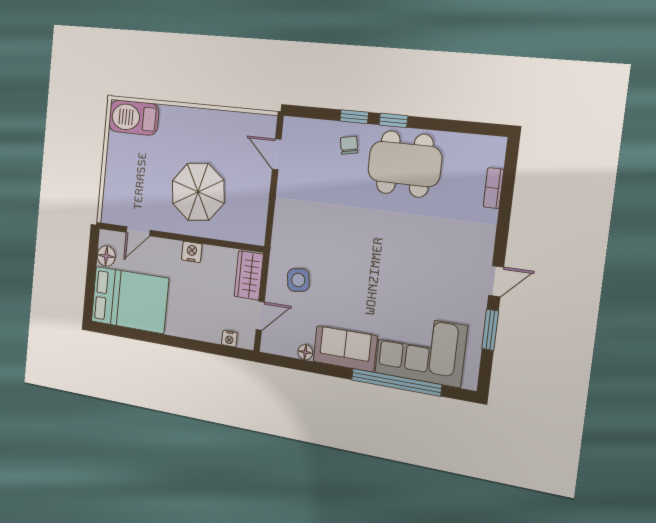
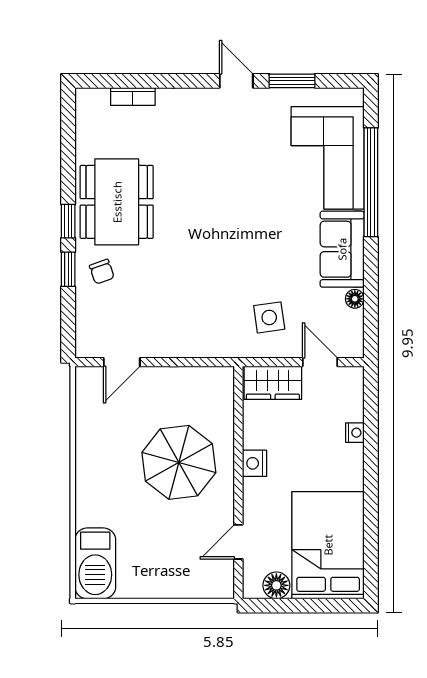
chair: (349, 145) -> (102, 272), turned -98
door: (138, 231) -> (238, 542), swing flipped
nightstand: (229, 339) -> (355, 433), moved

